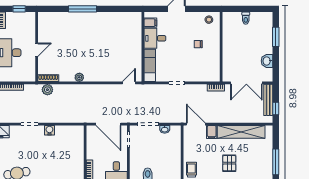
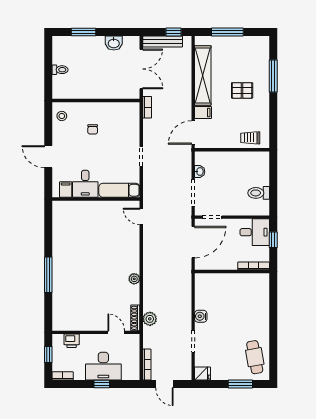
printer: (30, 27) -> (72, 341), added
door: (37, 50) -> (116, 332), moved
window: (276, 162) -> (227, 32), moved

